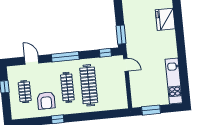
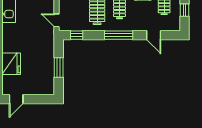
window: (121, 35) -> (59, 68), moved

